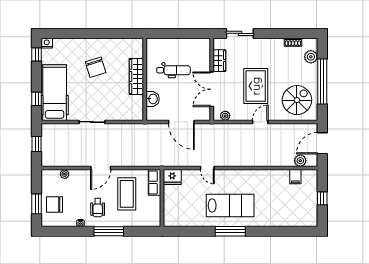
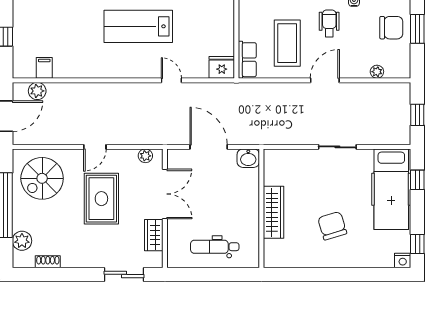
dental chair: (173, 70) -> (215, 247), moved
washbasin: (153, 99) -> (248, 158), moved, turned -90

